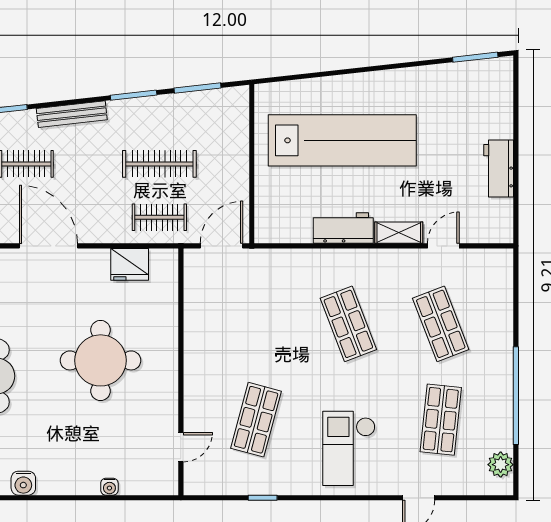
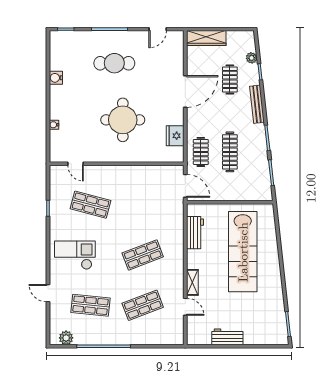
workbench: (343, 228) -> (195, 233), moved

